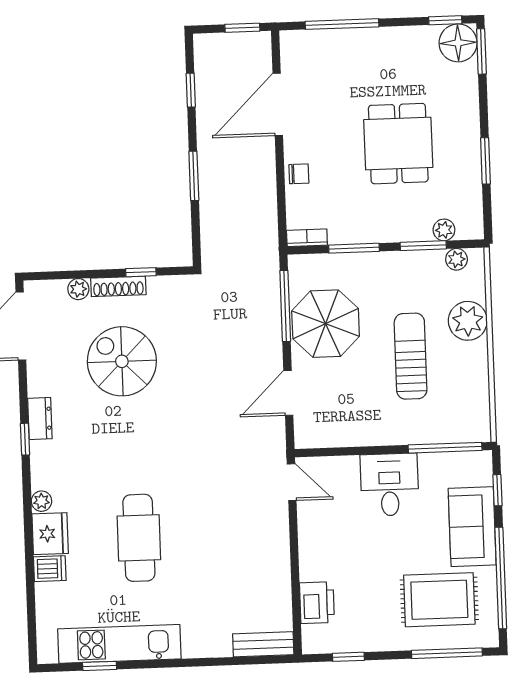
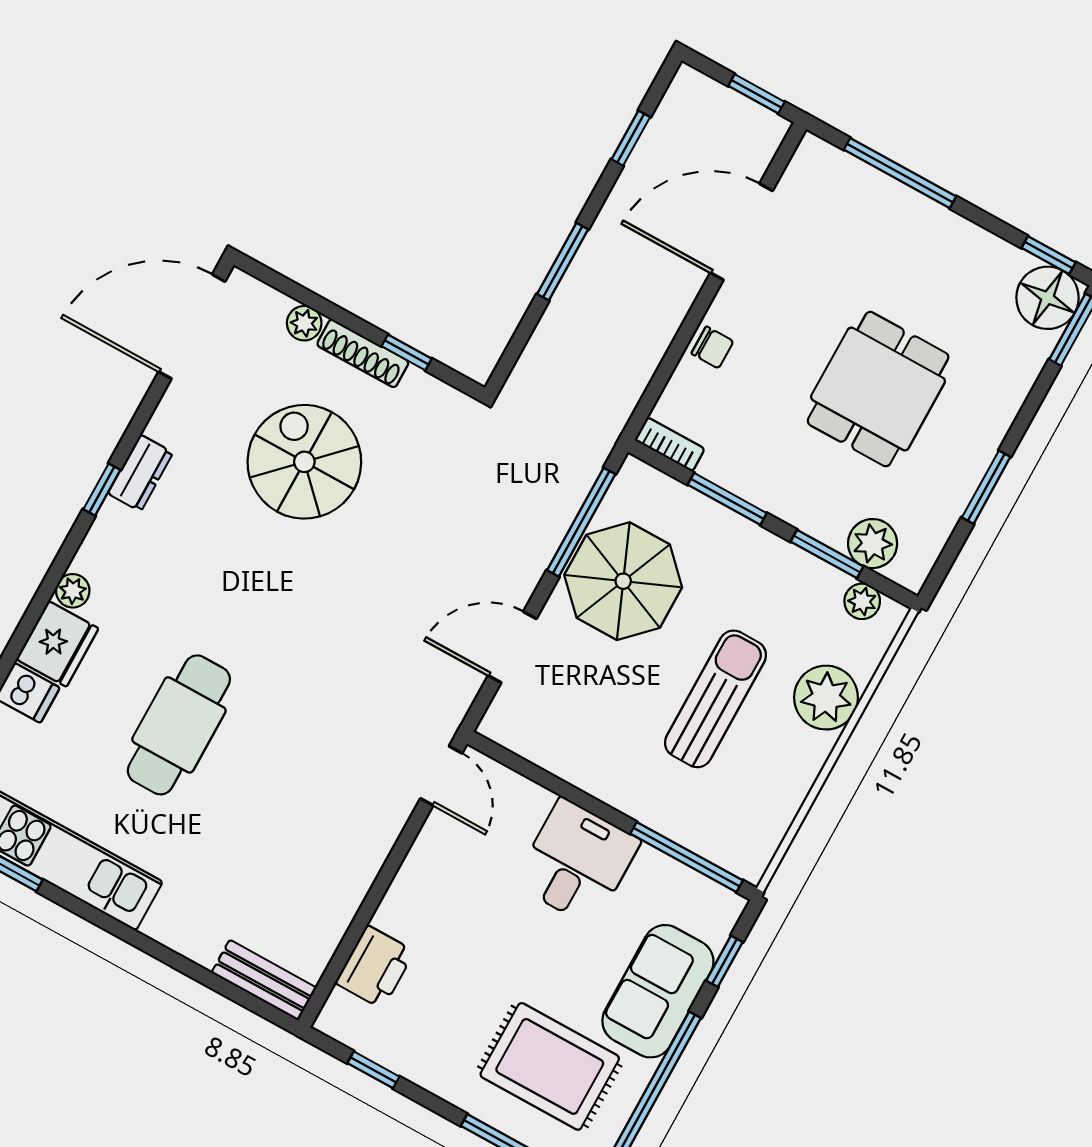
plant: (444, 230) -> (873, 544), width x1.38, depth x1.38

